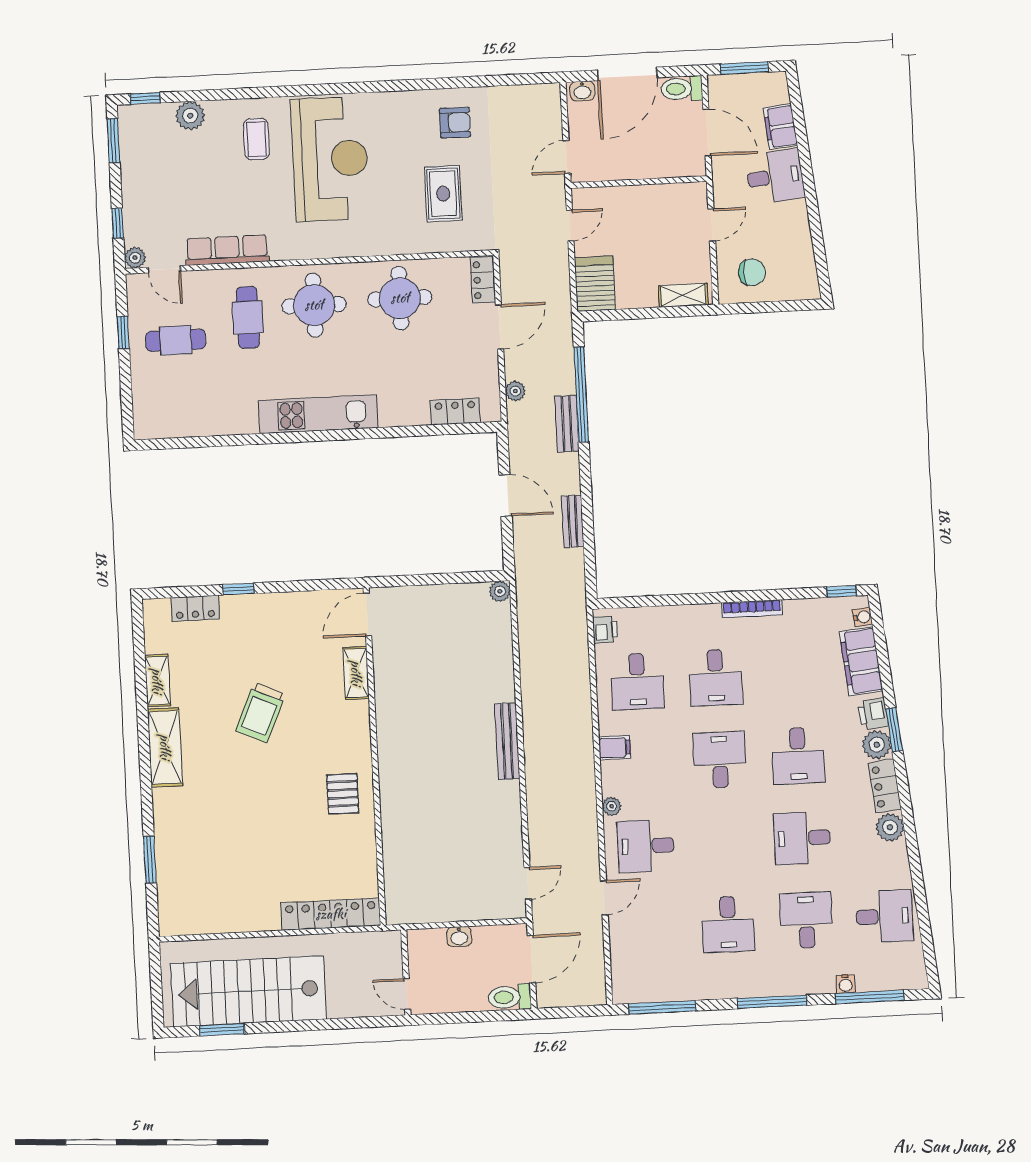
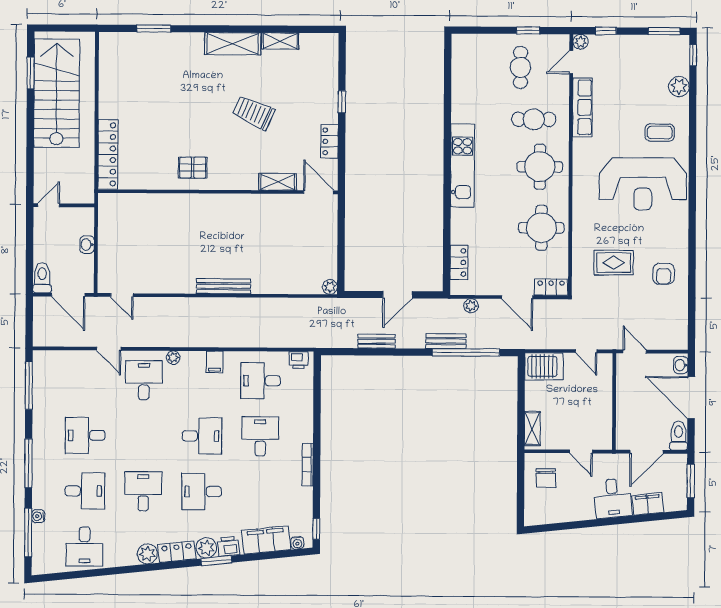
locker: (195, 608) -> (330, 141), moved
desk: (716, 678) -> (260, 436), turned 90

